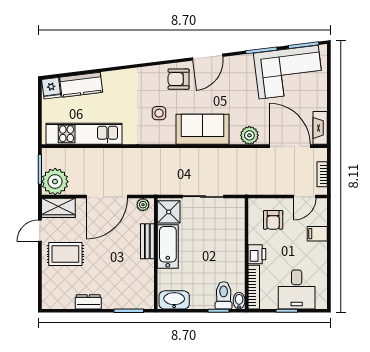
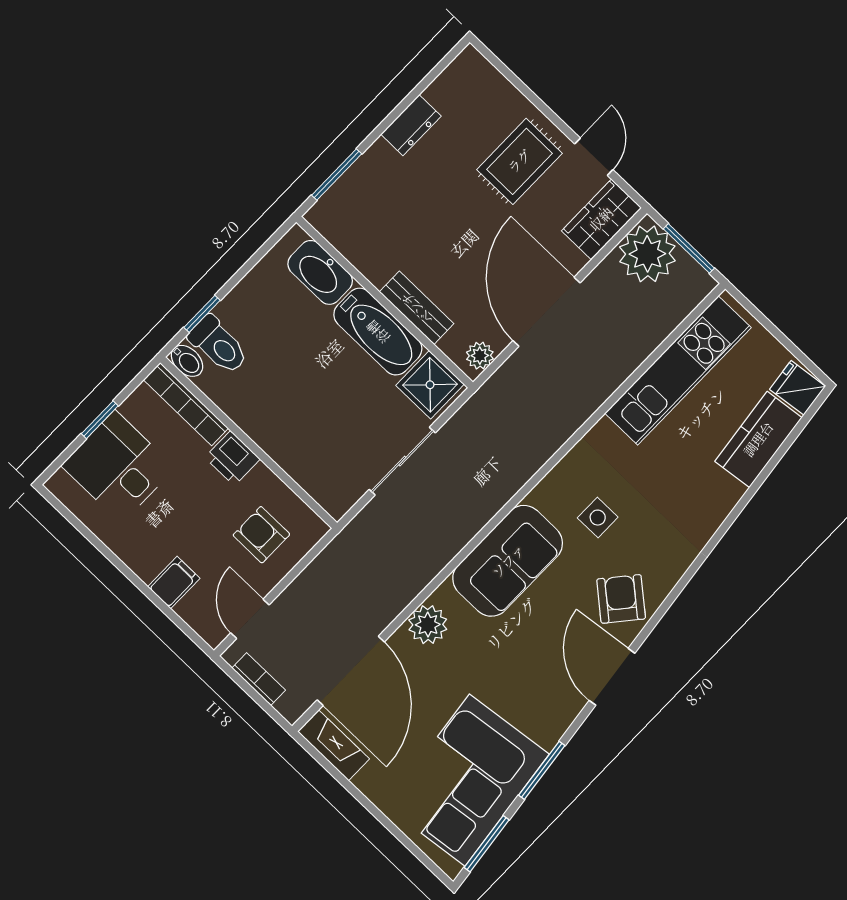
armchair: (179, 79) -> (621, 599), turned -50
door: (290, 146) -> (351, 671), hinge flipped
washbasin: (174, 300) -> (320, 272), moved, turned 90

